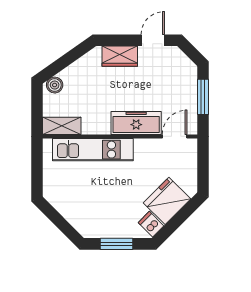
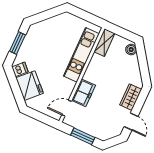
freezer: (136, 123) -> (84, 93), width x0.71
door: (175, 136) -> (67, 108), swing flipped

